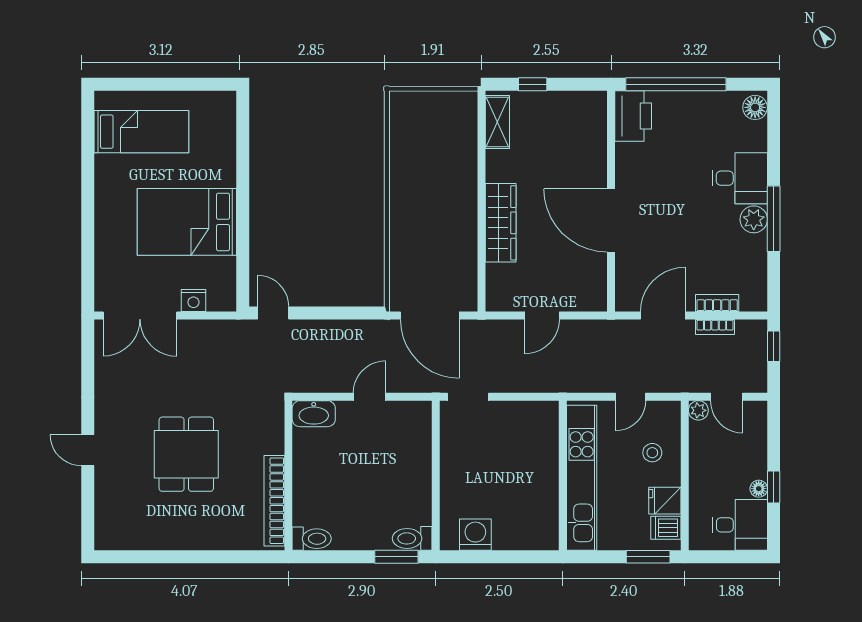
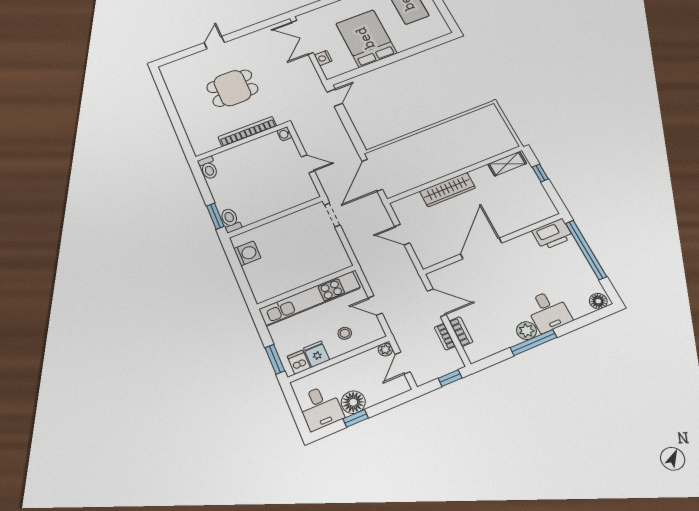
washbasin: (314, 414) -> (285, 134), width x0.52, depth x0.69
floor lamp: (759, 489) -> (353, 402), width x1.89, depth x1.89
bookcase: (274, 501) -> (247, 131), moved

